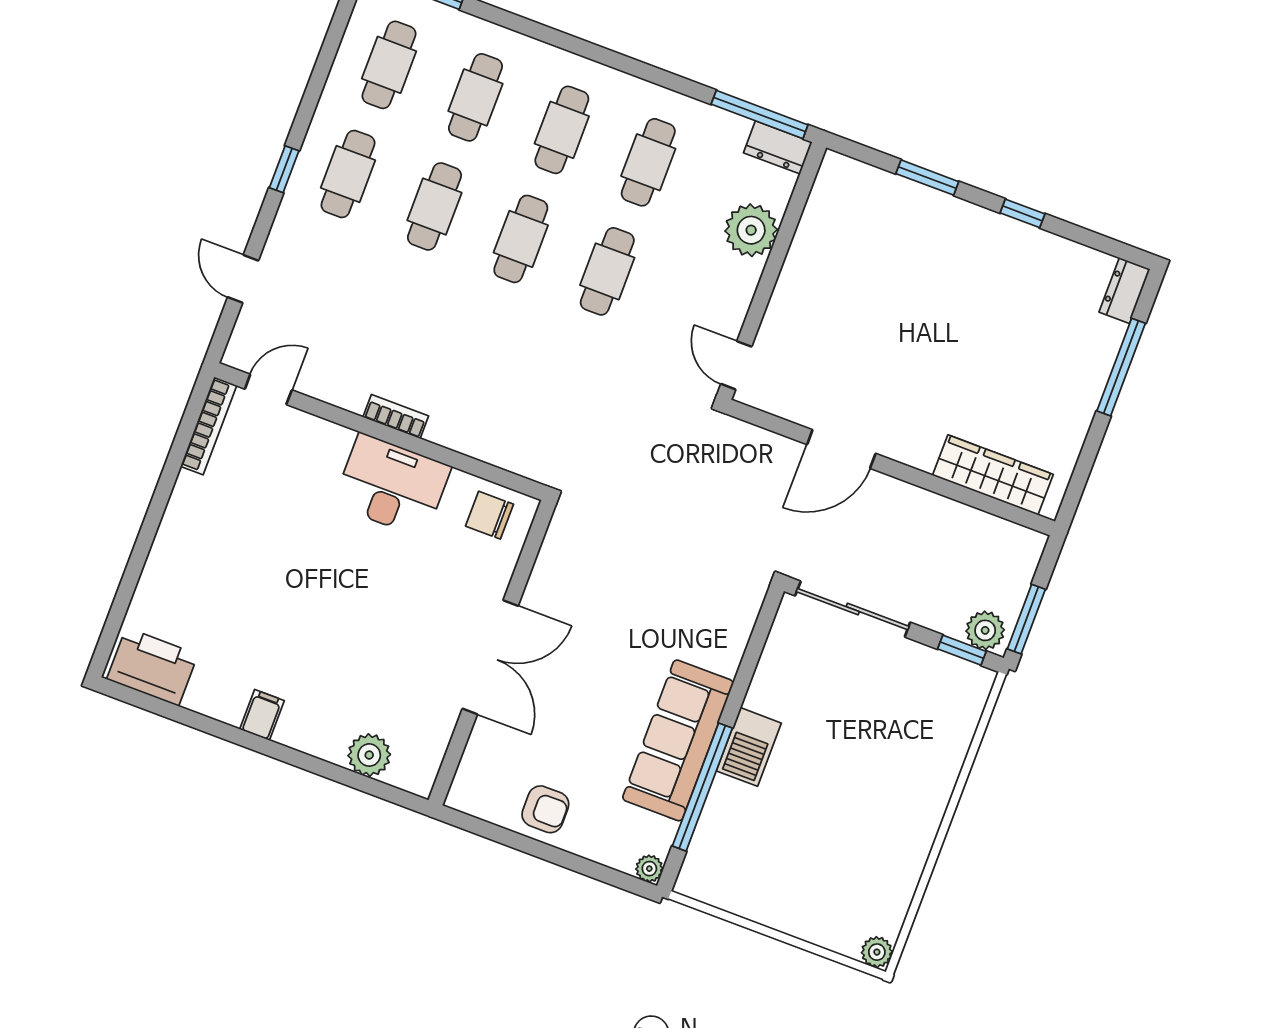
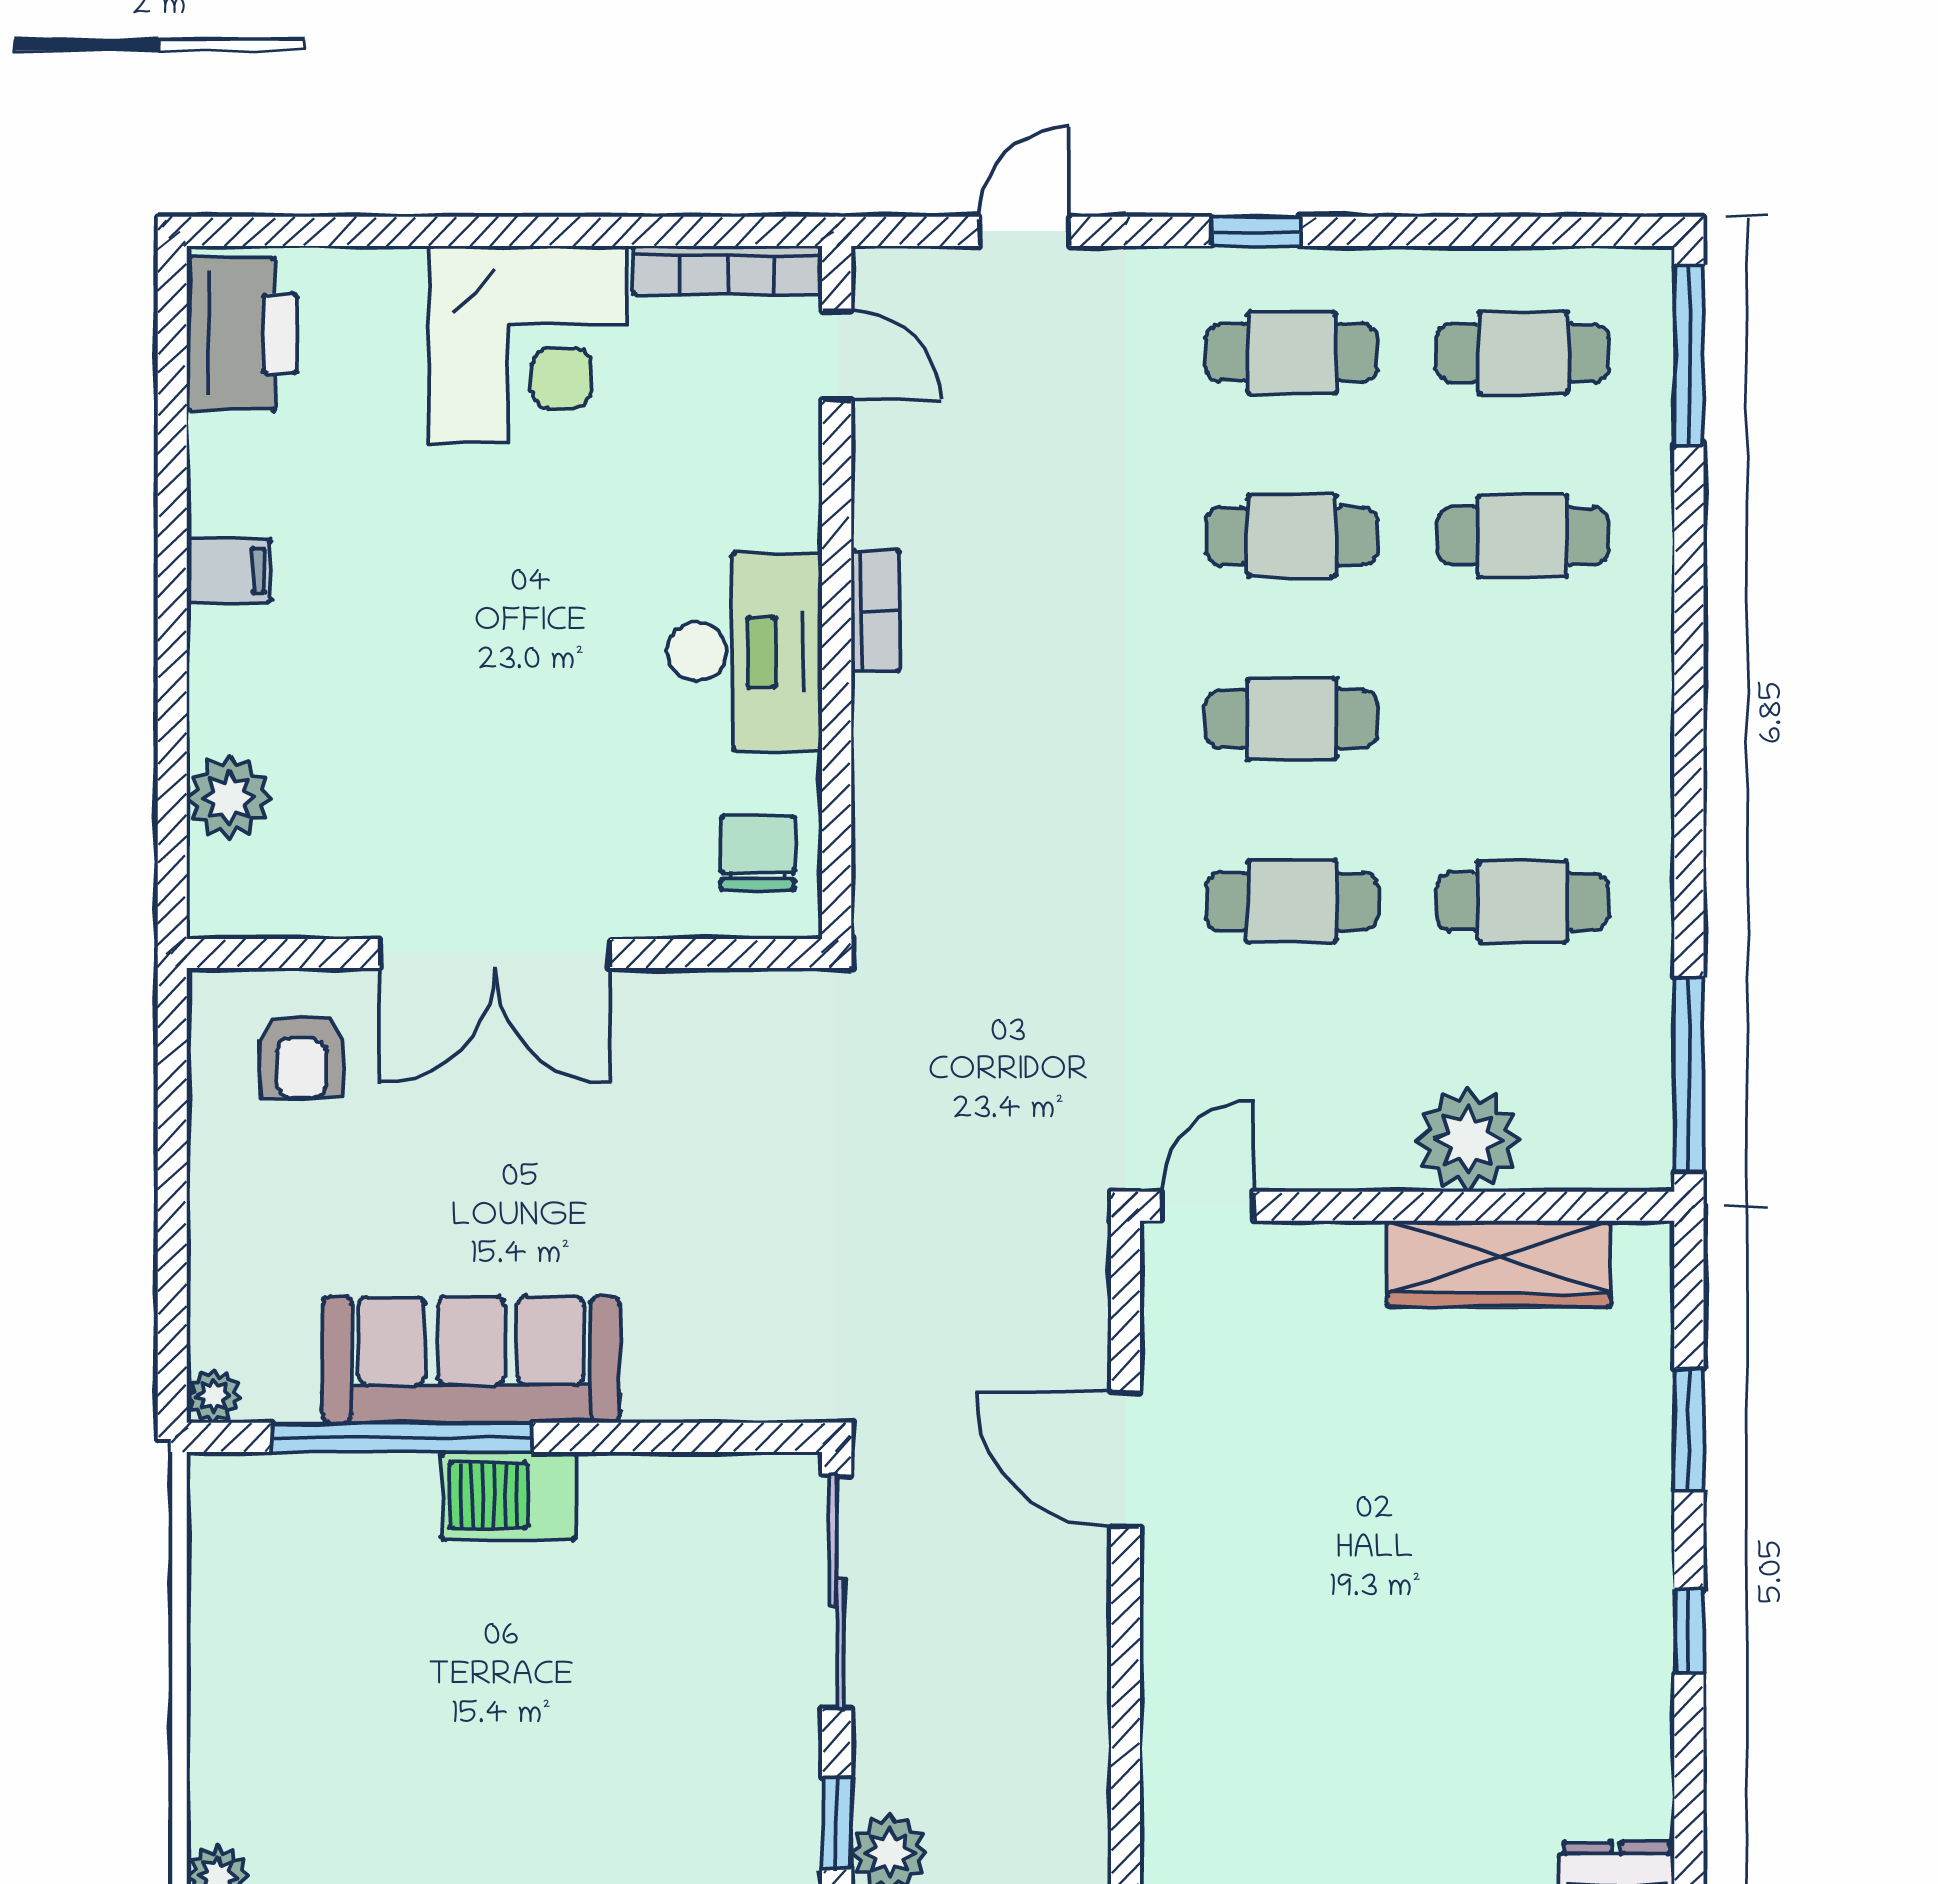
cafe table: (562, 130) -> (1523, 719), removed
dresser: (778, 147) -> (1641, 1132), removed
wardrobe: (993, 475) -> (1499, 1264), moved, turned 90
corner desk: (208, 533) -> (528, 345), added
armchair: (545, 809) -> (301, 1056), moved

